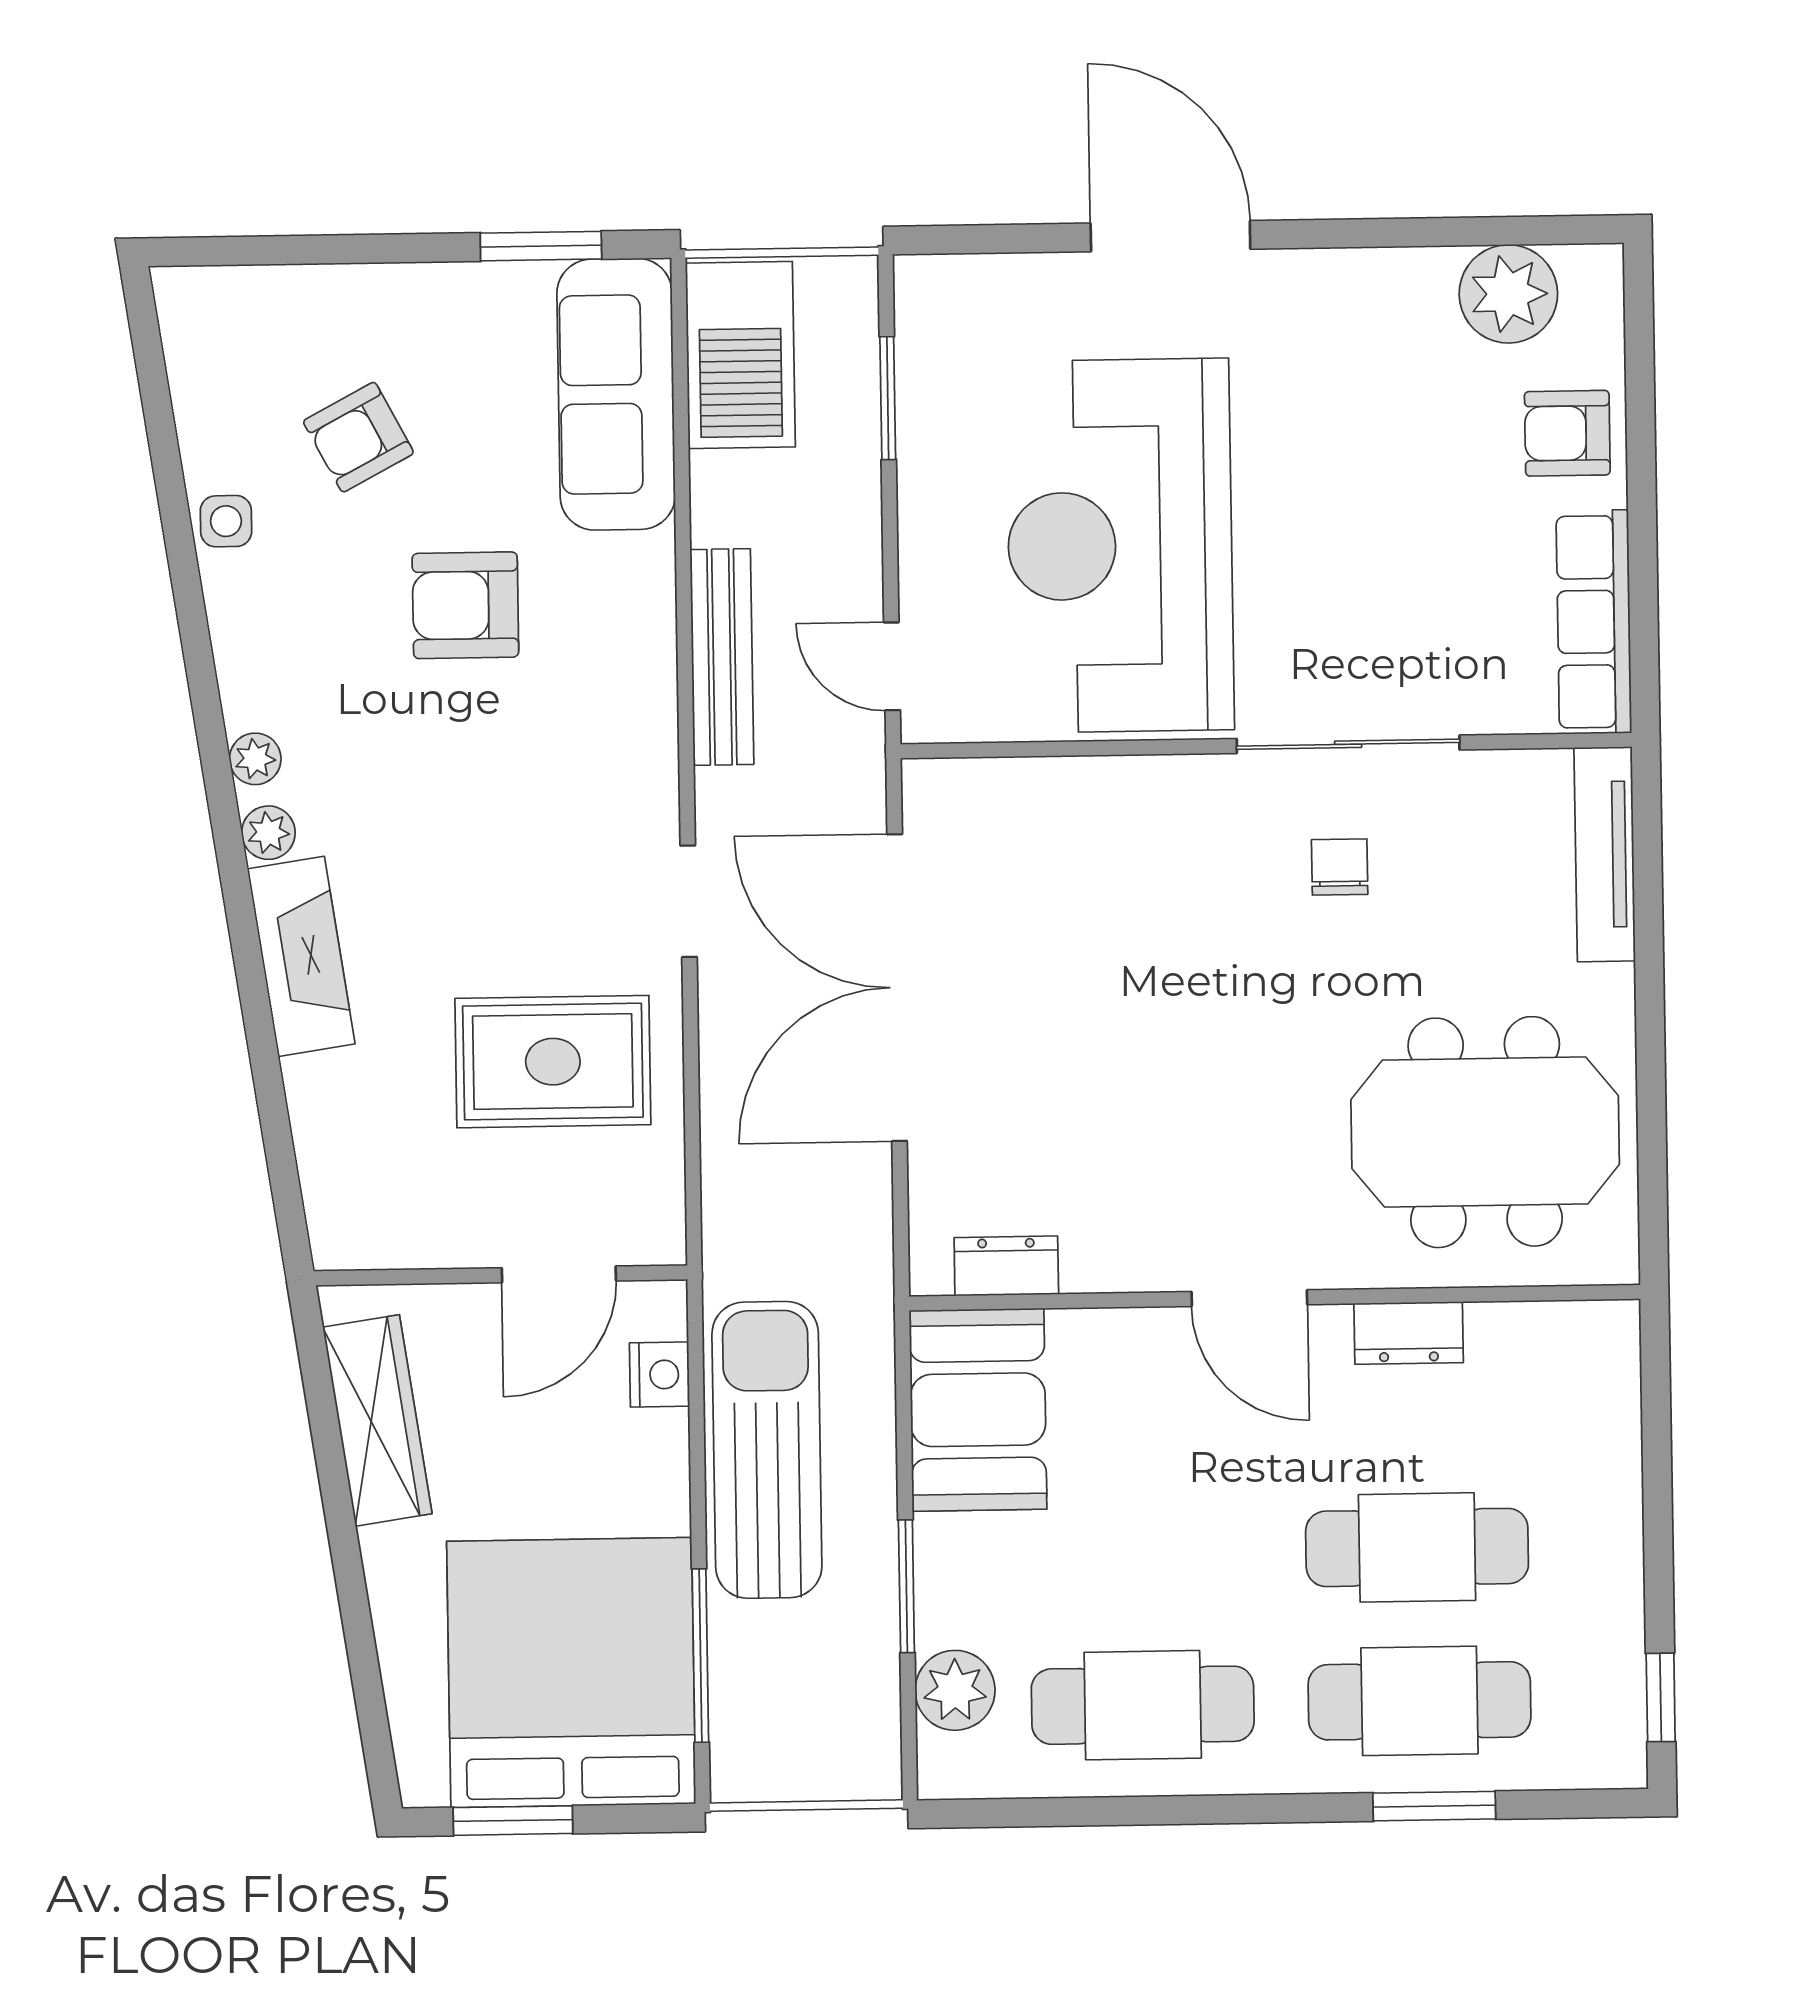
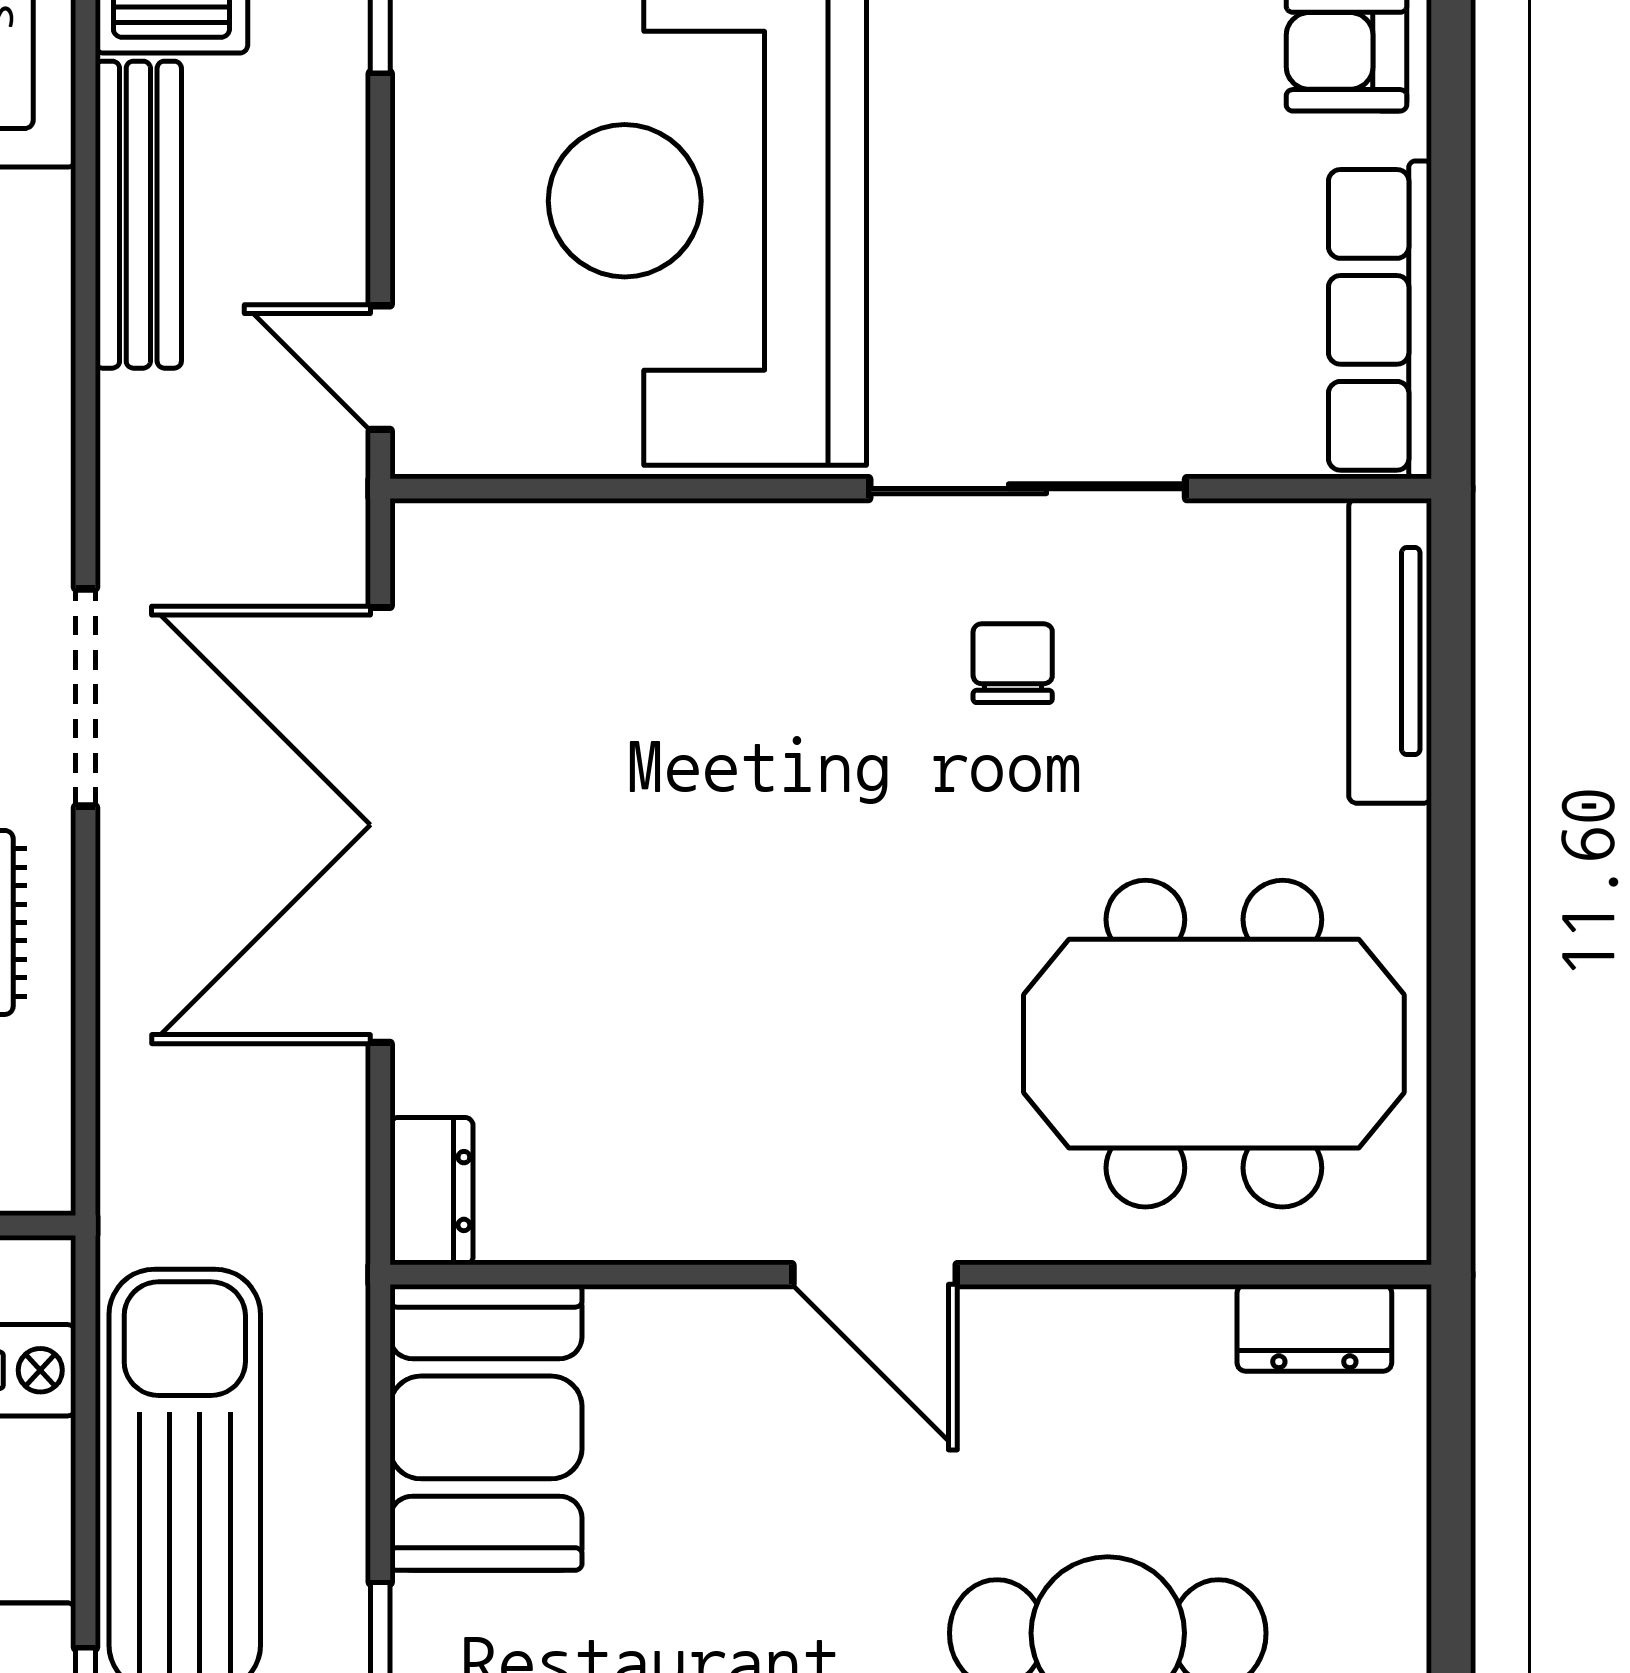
bench: (722, 657) -> (138, 215), moved
doorway: (689, 901) -> (85, 697), width x1.38
dresser: (1006, 1266) -> (432, 1191), moved, turned 90
dresser: (1409, 1333) -> (1314, 1328), moved

